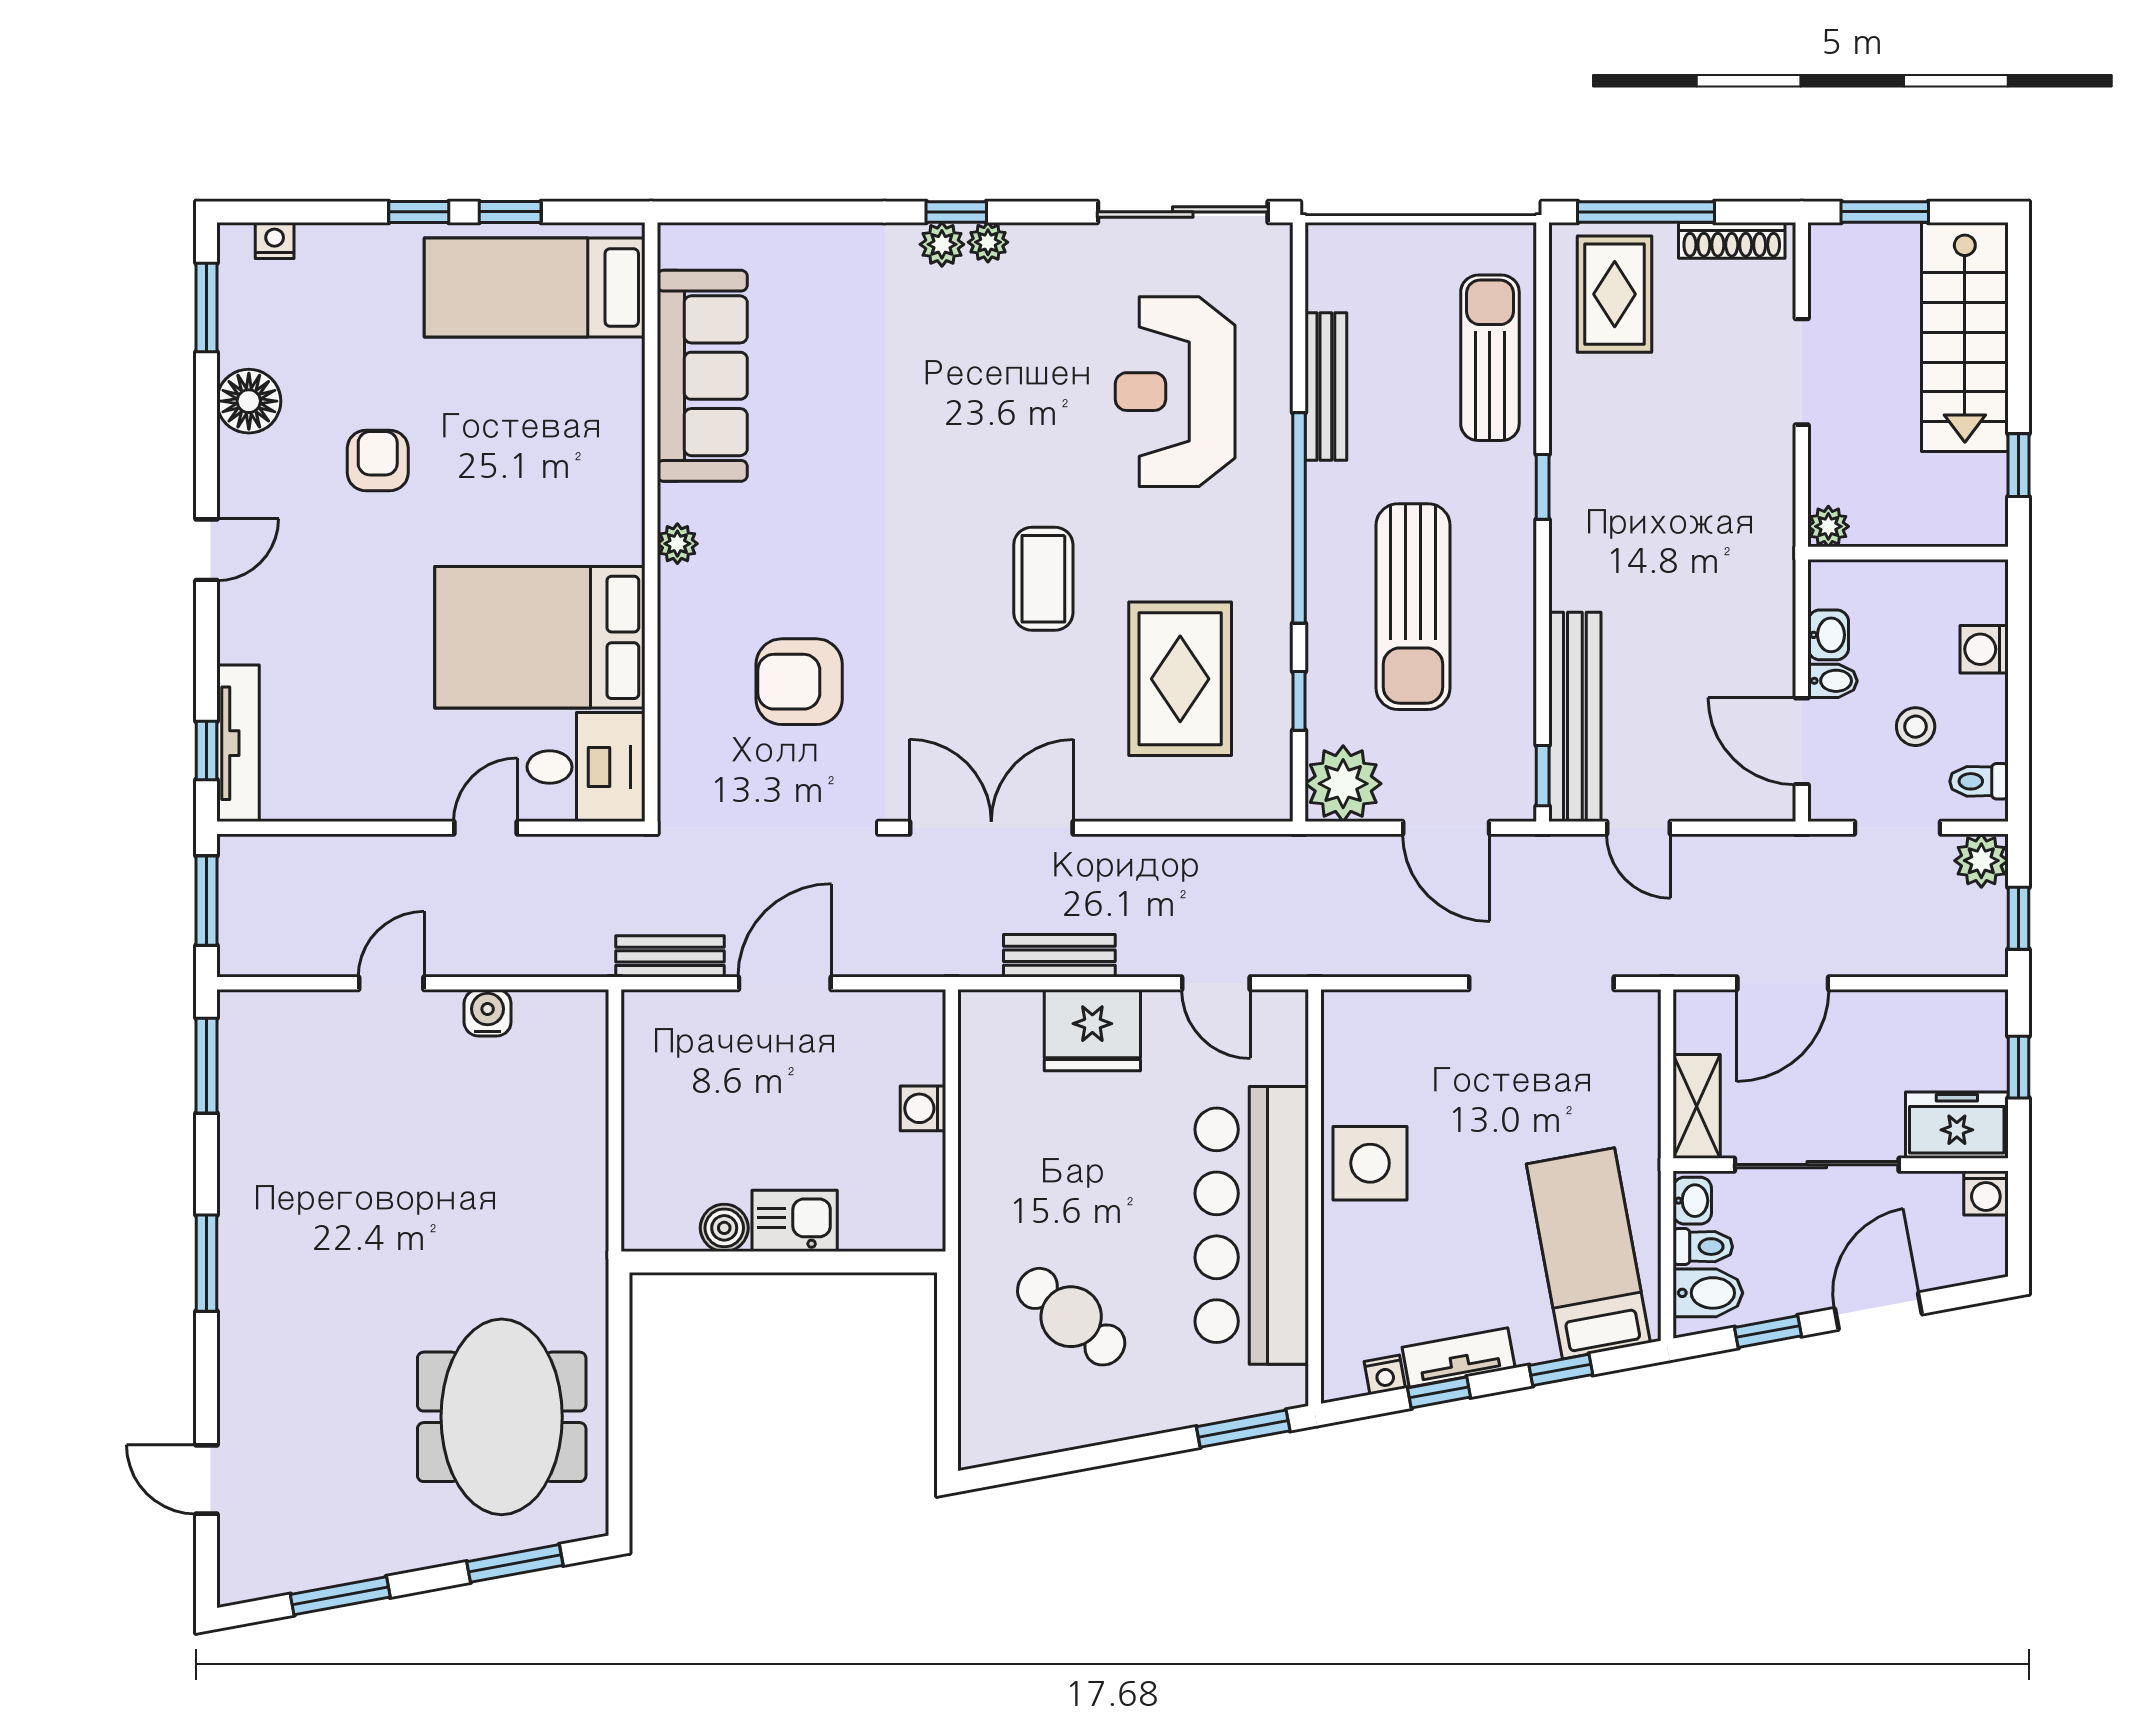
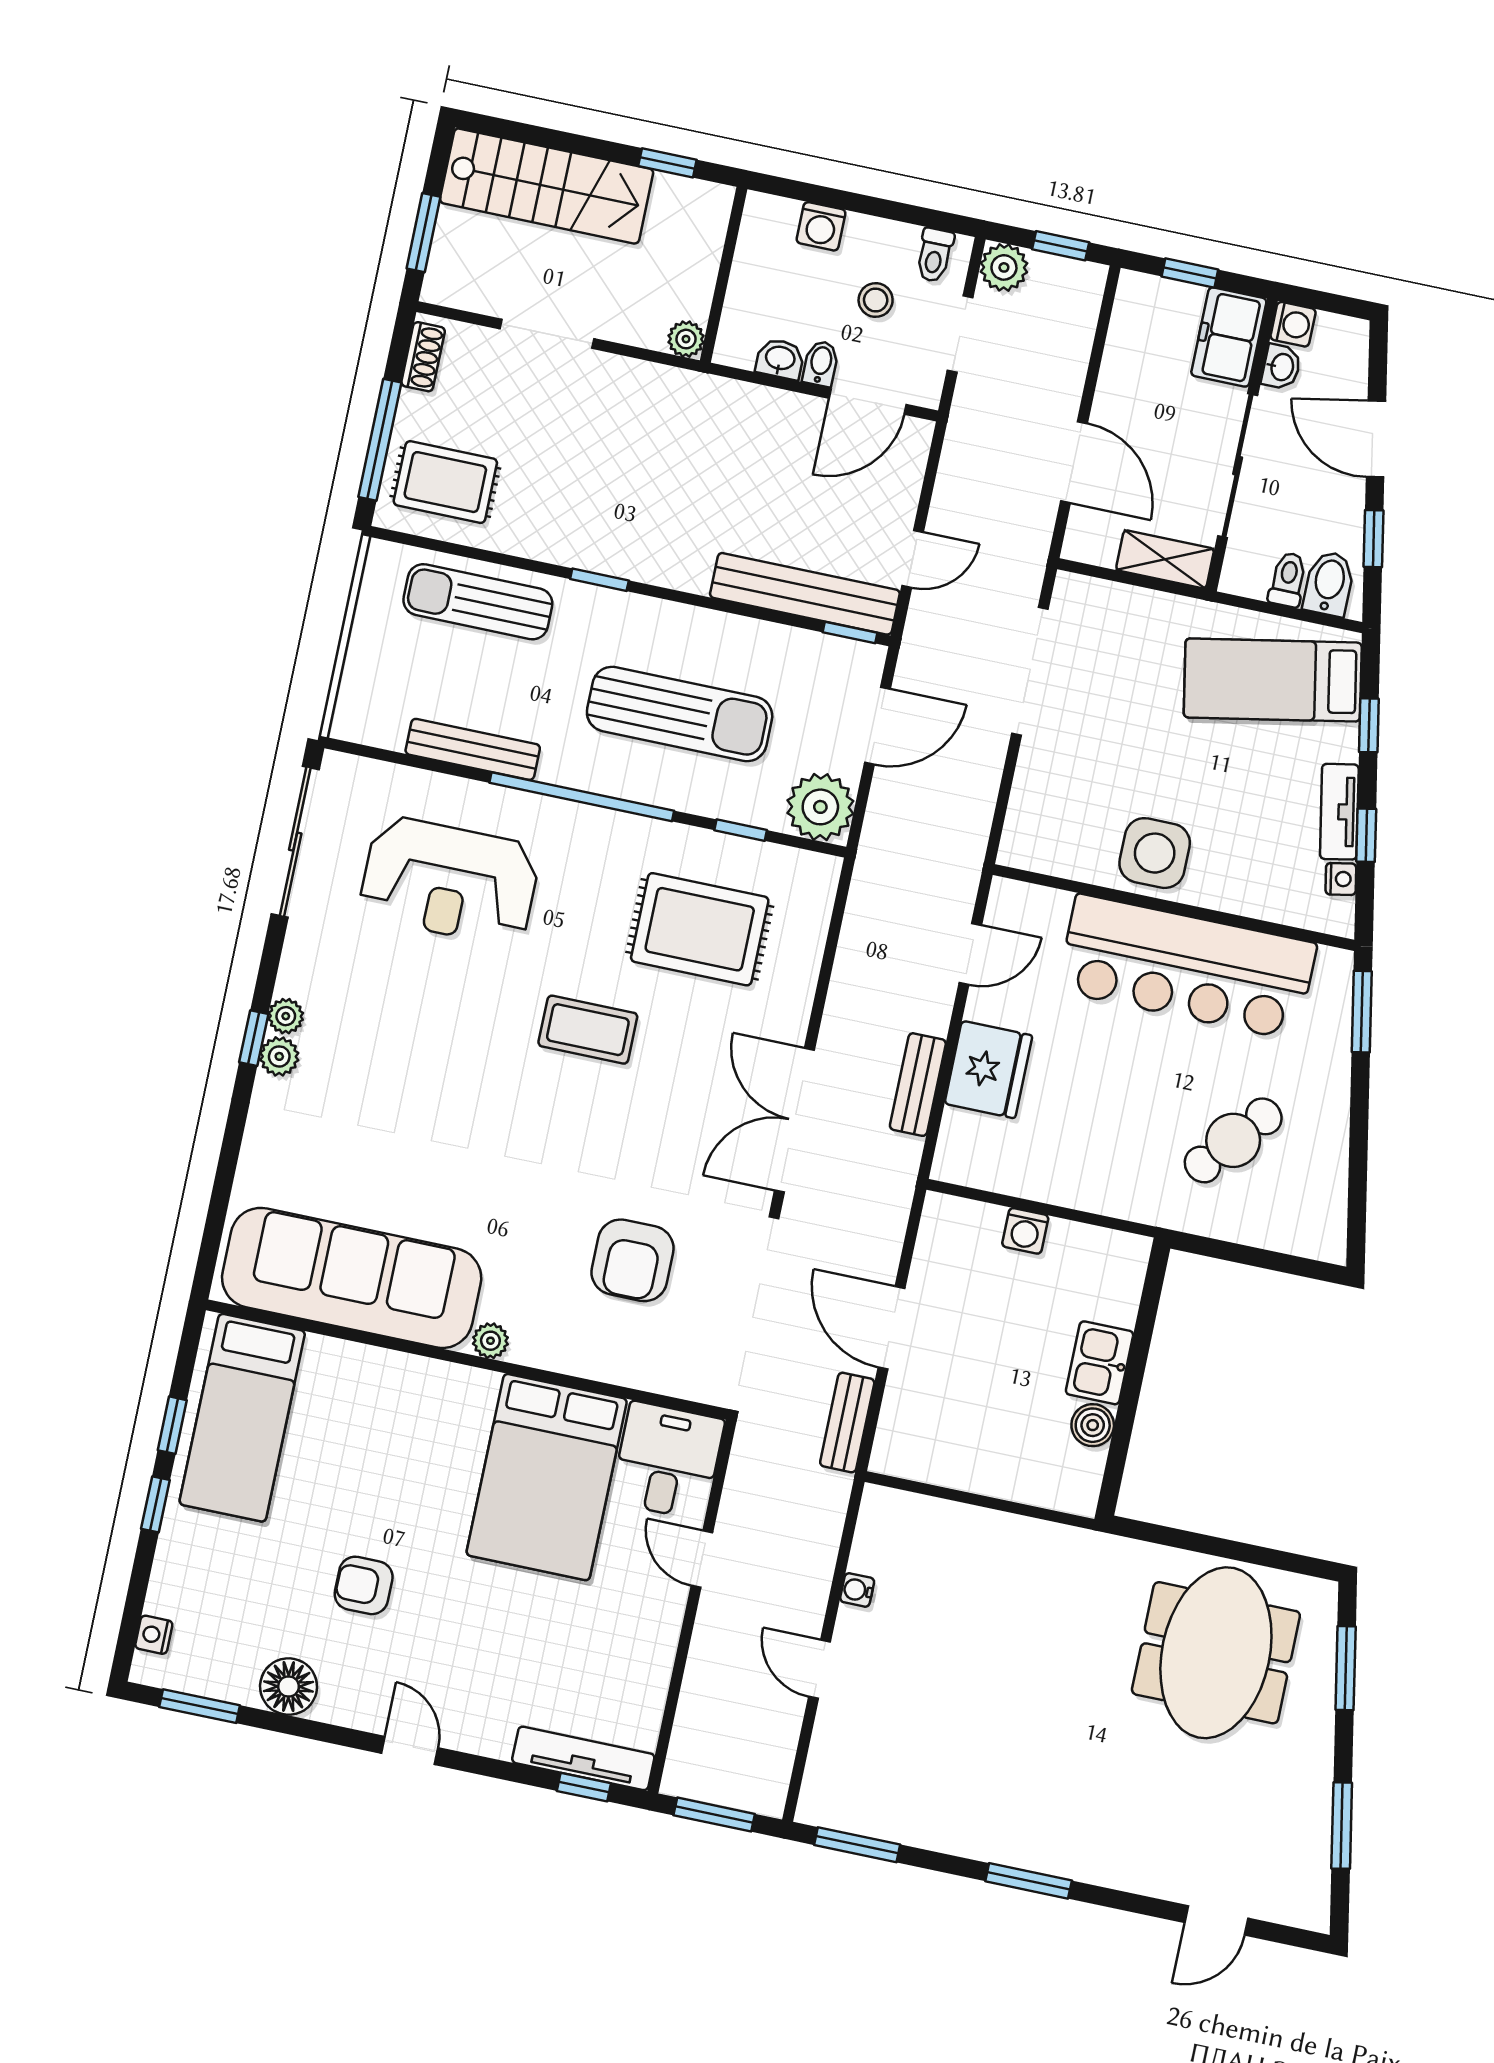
shoe rack: (1732, 240) -> (423, 357), width x0.70
sofa: (702, 376) -> (352, 1278), width x1.36, depth x1.27
water cooler: (488, 1013) -> (857, 1590), width x0.72, depth x0.72
washbasin: (1692, 1201) -> (1281, 367), moved, turned 90
meeting table: (502, 1417) -> (1216, 1653), turned 90

